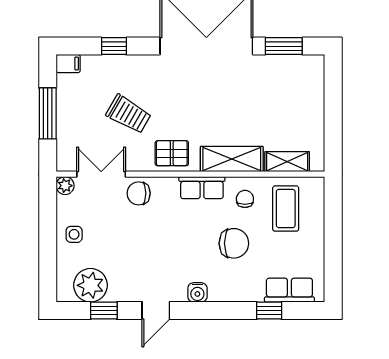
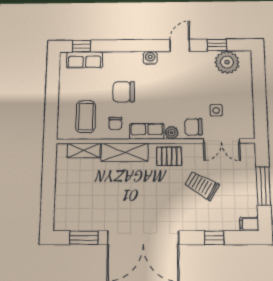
plant: (65, 186) -> (172, 133), moved
chair: (139, 193) -> (193, 127), turned 180
side table: (74, 234) -> (216, 110), moved
window: (269, 310) -> (82, 46), moved

